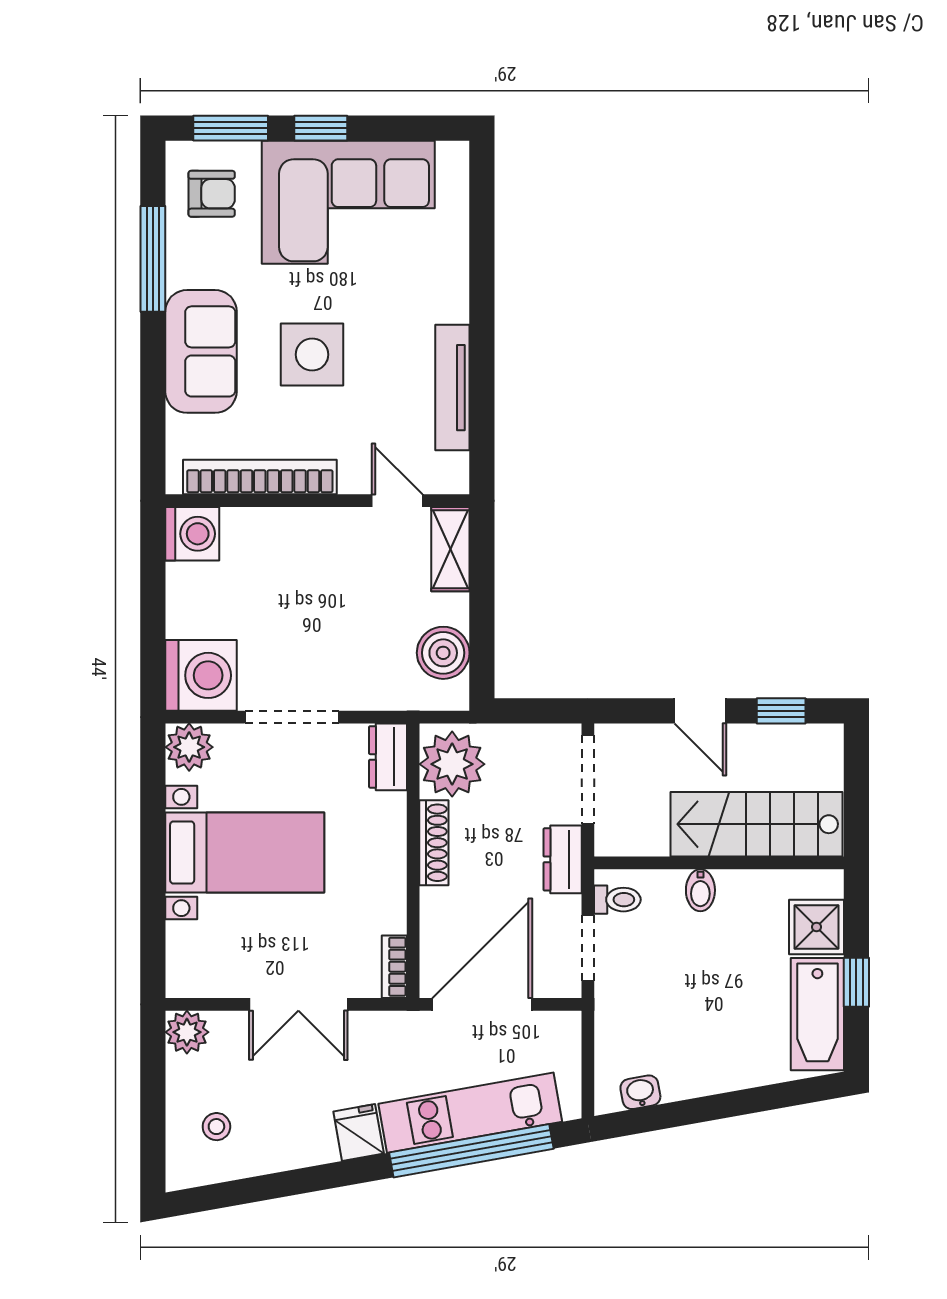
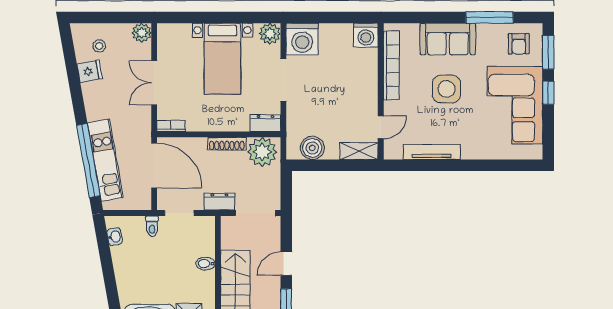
toilet: (617, 900) -> (152, 226), moved
fridge: (359, 1132) -> (90, 71), moved

